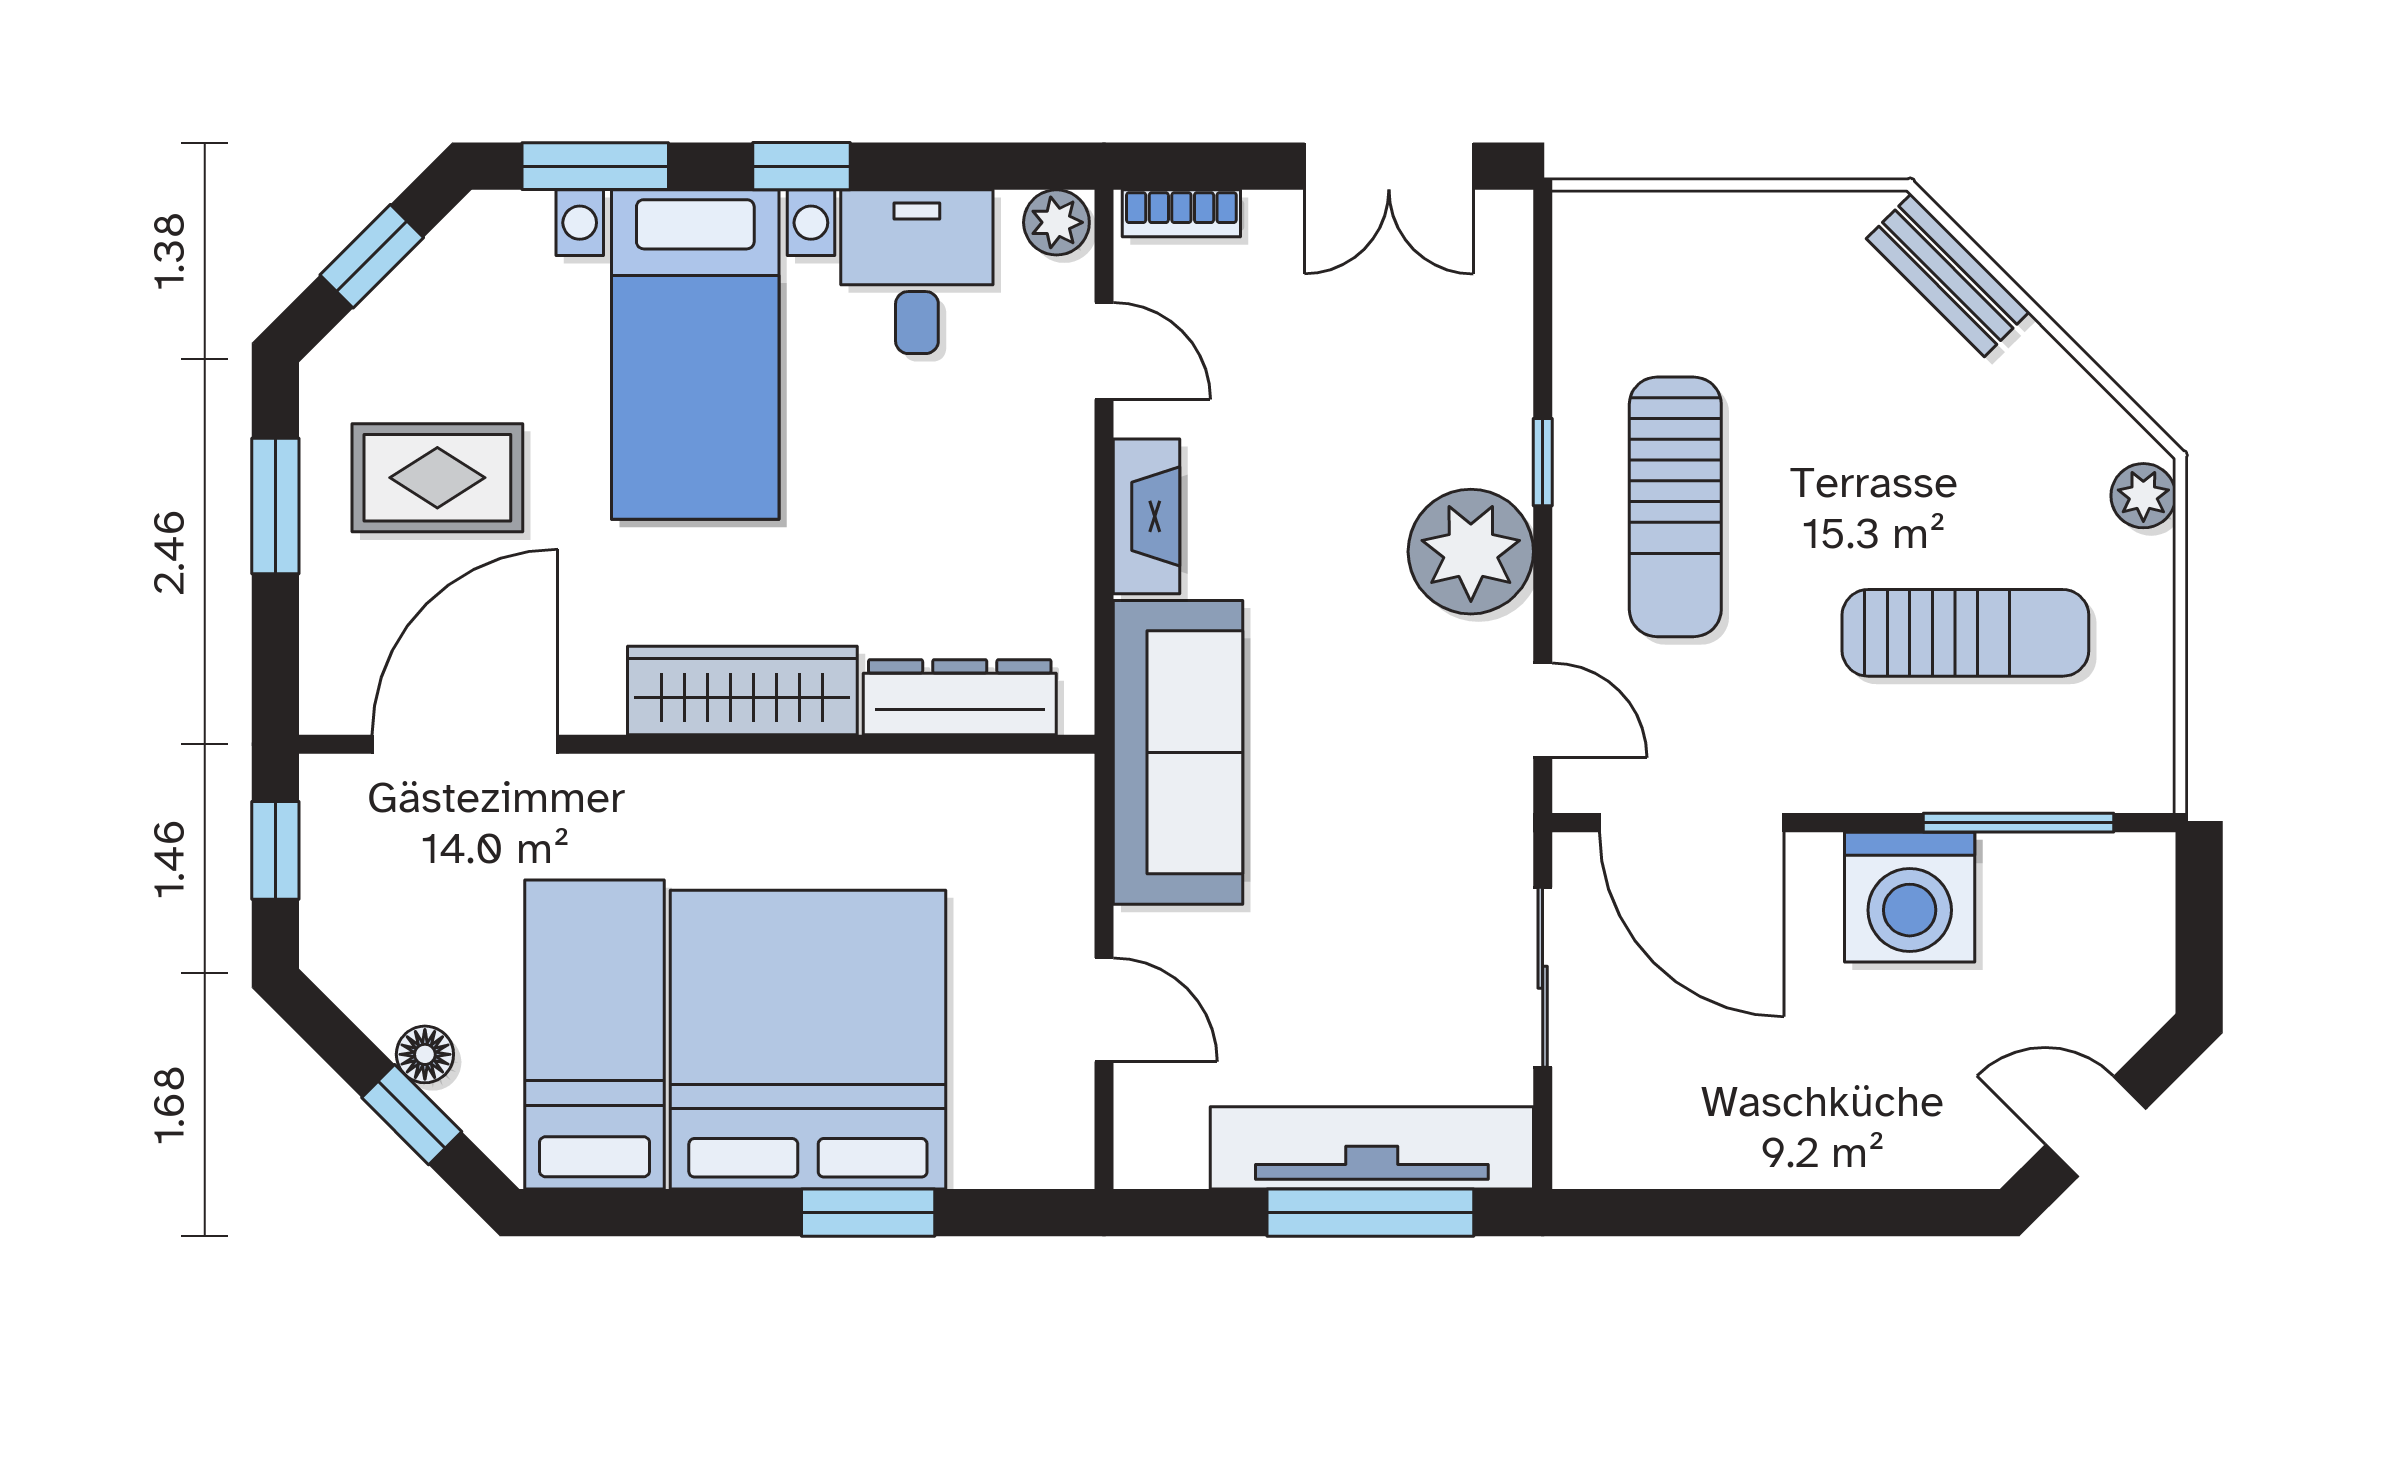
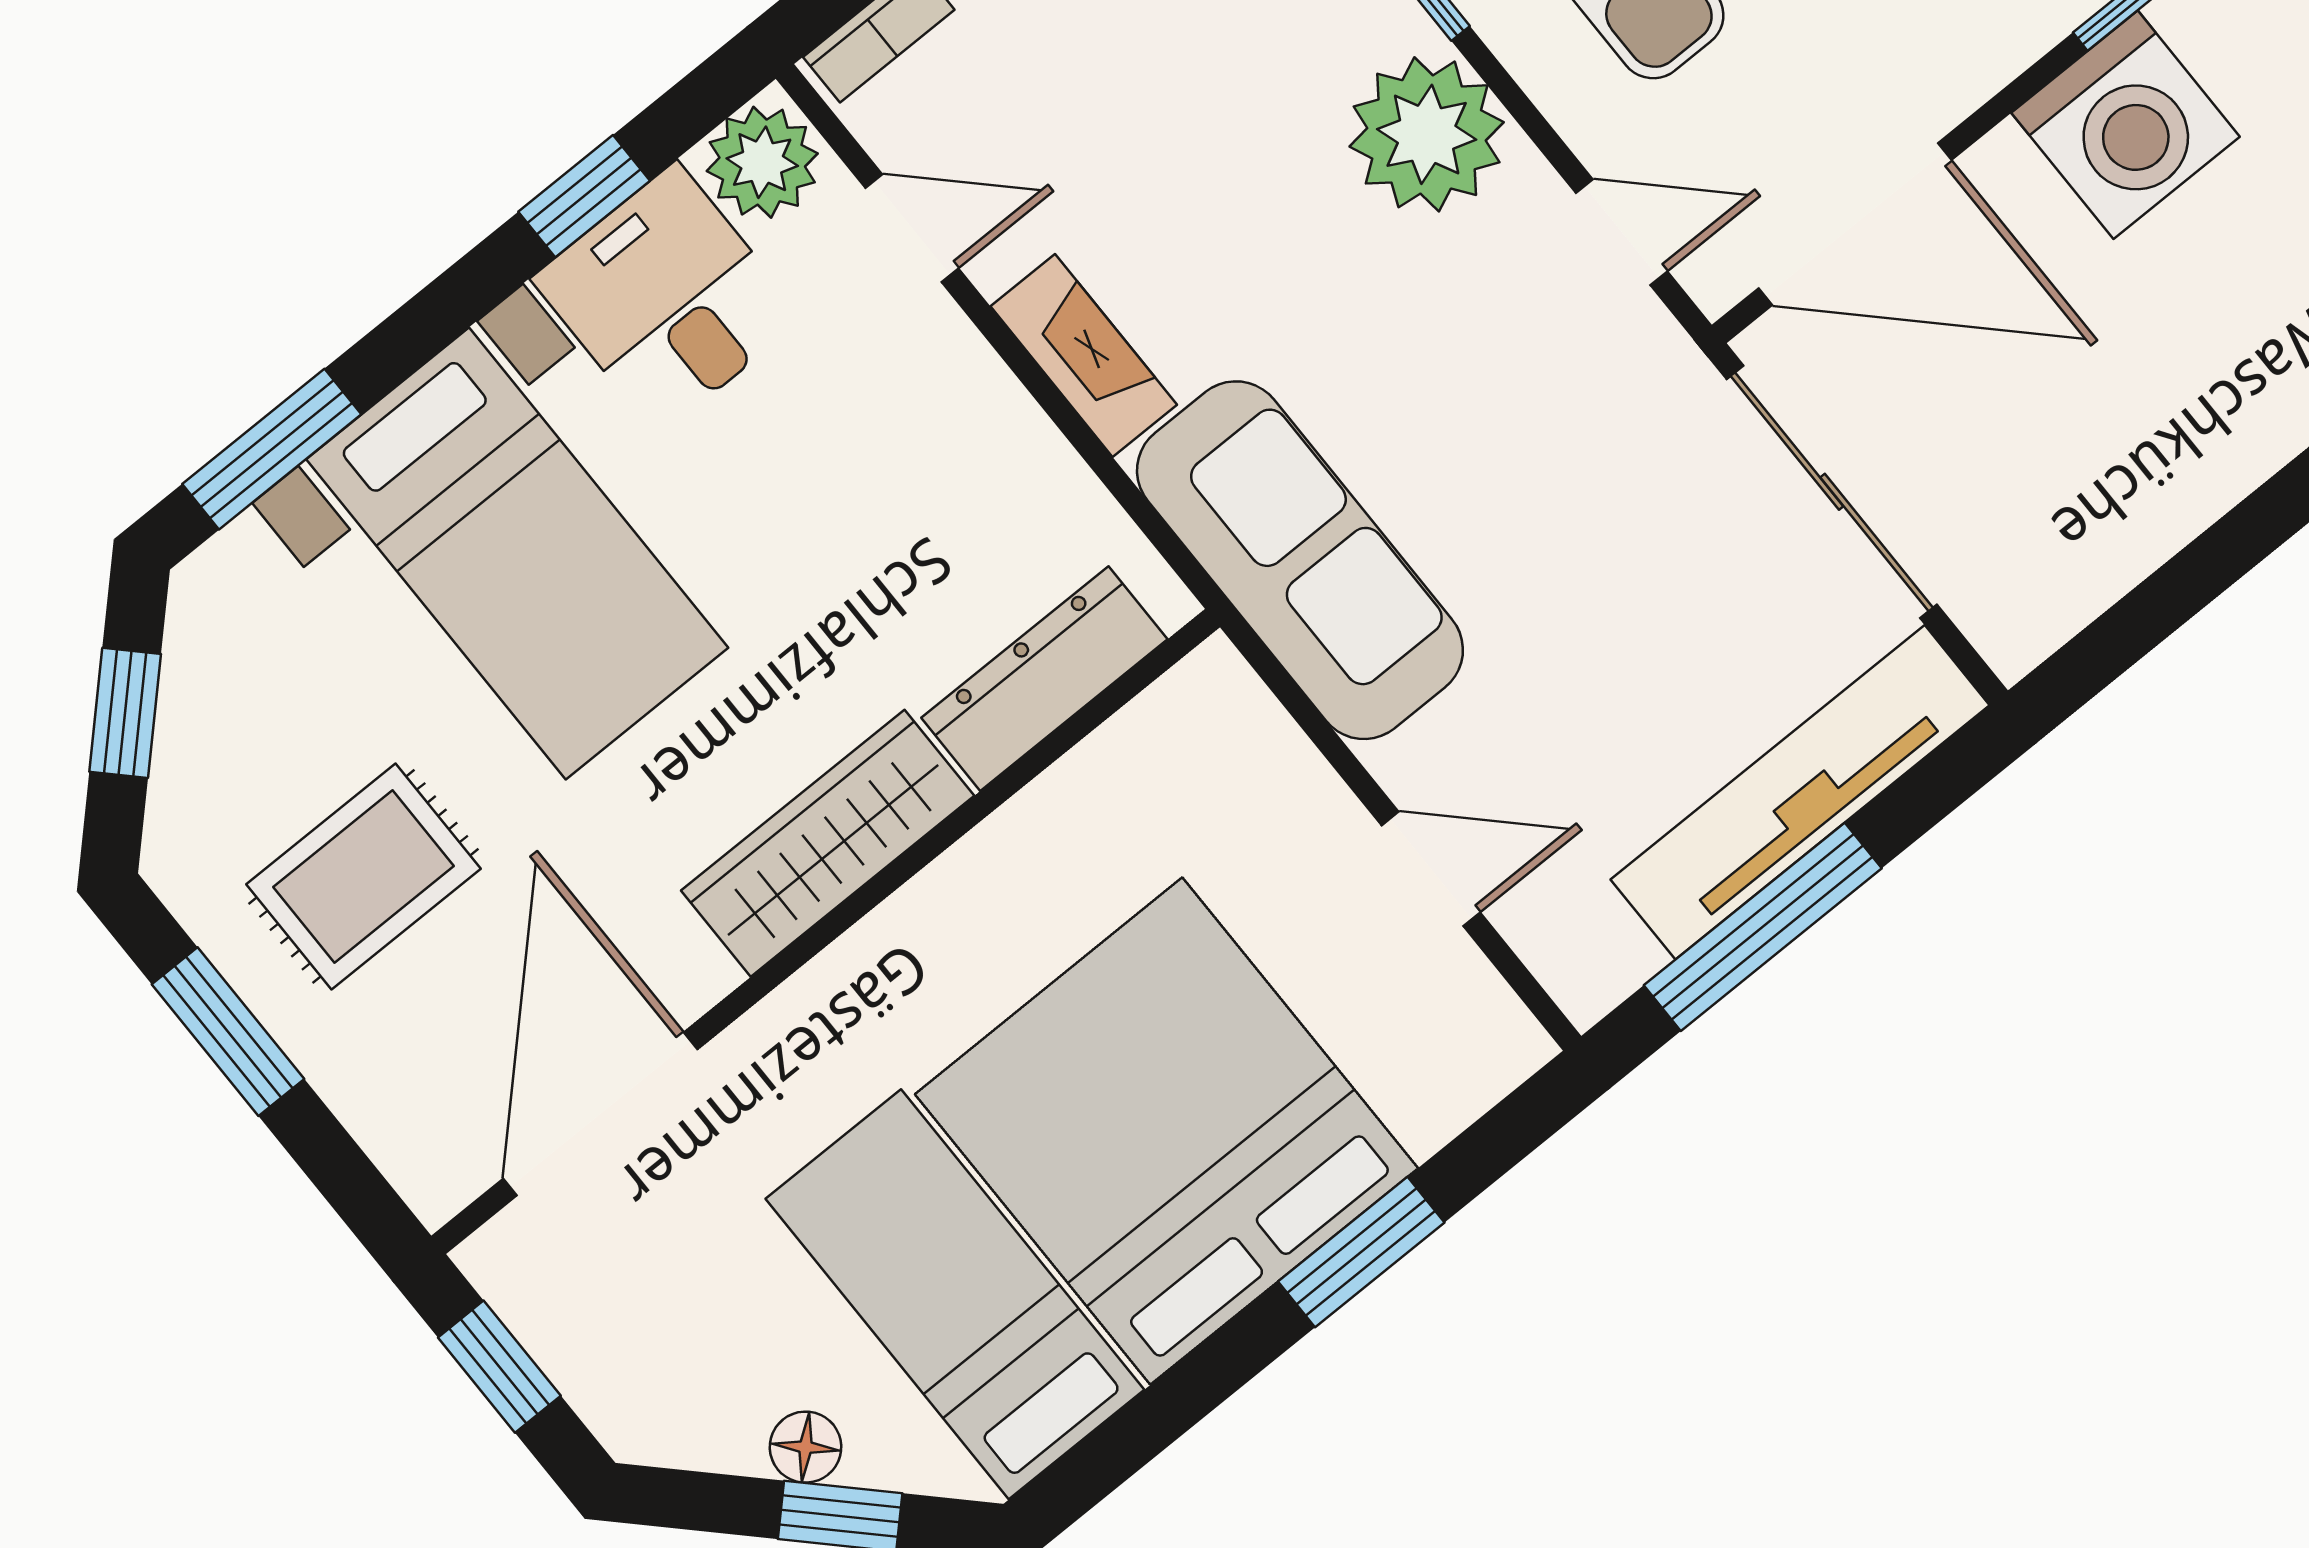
window: (801, 166) -> (584, 196), moved
plant: (1056, 222) -> (762, 162), width x1.38, depth x1.38
sliding door: (1543, 977) -> (1832, 492), width x1.37
window: (1370, 1213) -> (1763, 927), moved

